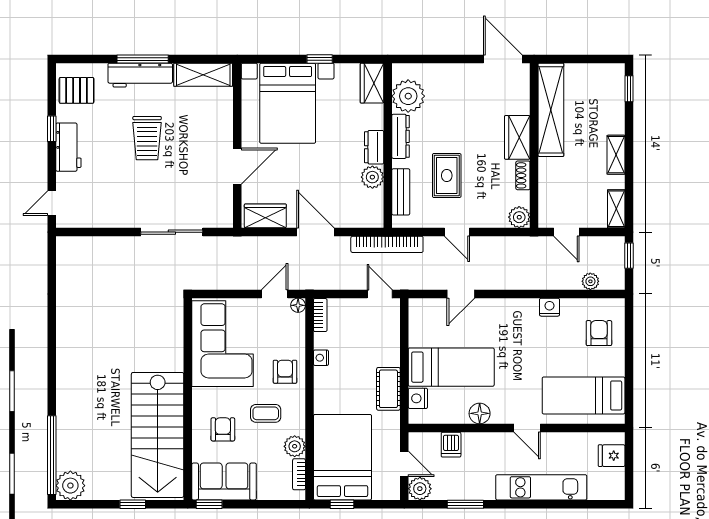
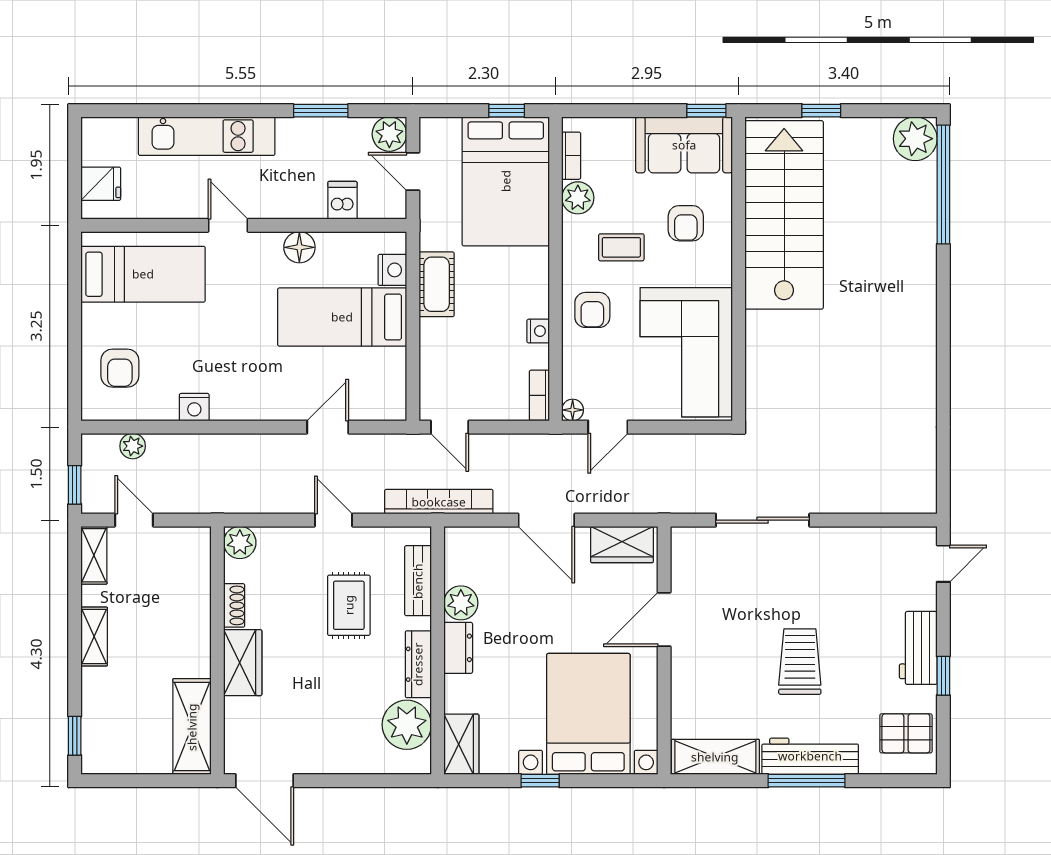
shelving: (551, 110) -> (192, 727), width x0.68
door: (566, 232) -> (134, 520), moved

